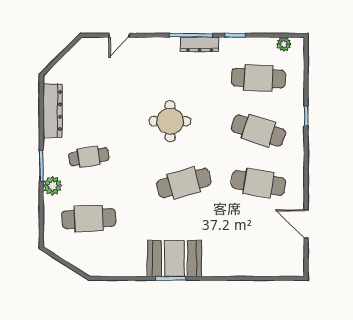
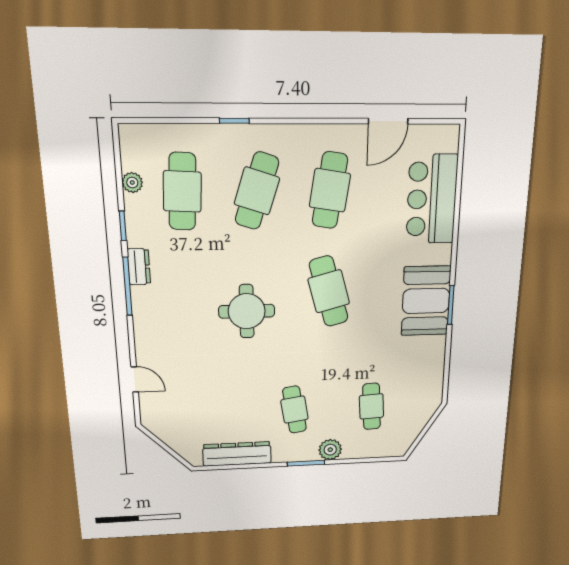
dresser: (200, 44) -> (139, 267), width x0.70
plant: (284, 44) -> (132, 182), moved
cafe table: (89, 219) -> (371, 406), width x0.73, depth x0.74
bar counter: (251, 259) -> (432, 199), added

